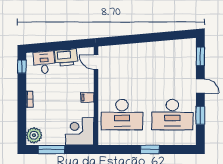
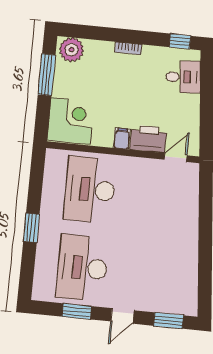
printer: (66, 57) -> (148, 139), moved, turned 95

